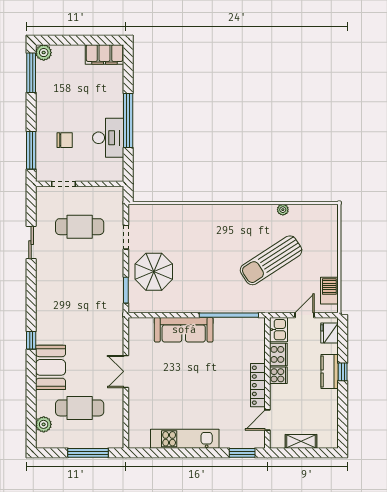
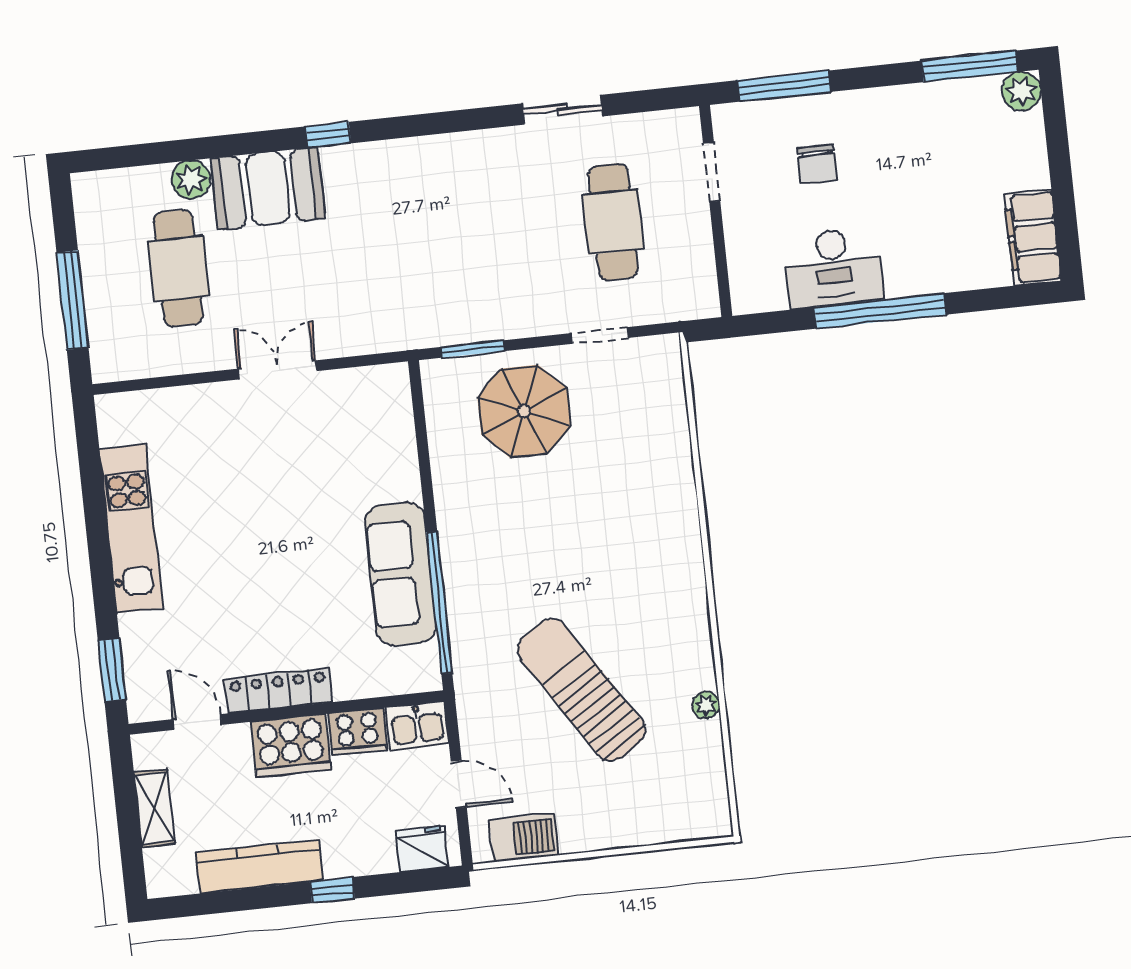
sofa: (184, 330) -> (401, 574), moved
kitchen counter: (330, 371) -> (260, 866), moved, width x1.50
cooker: (278, 375) -> (291, 745), width x1.87, depth x1.31
plant: (44, 424) -> (191, 180), moved

